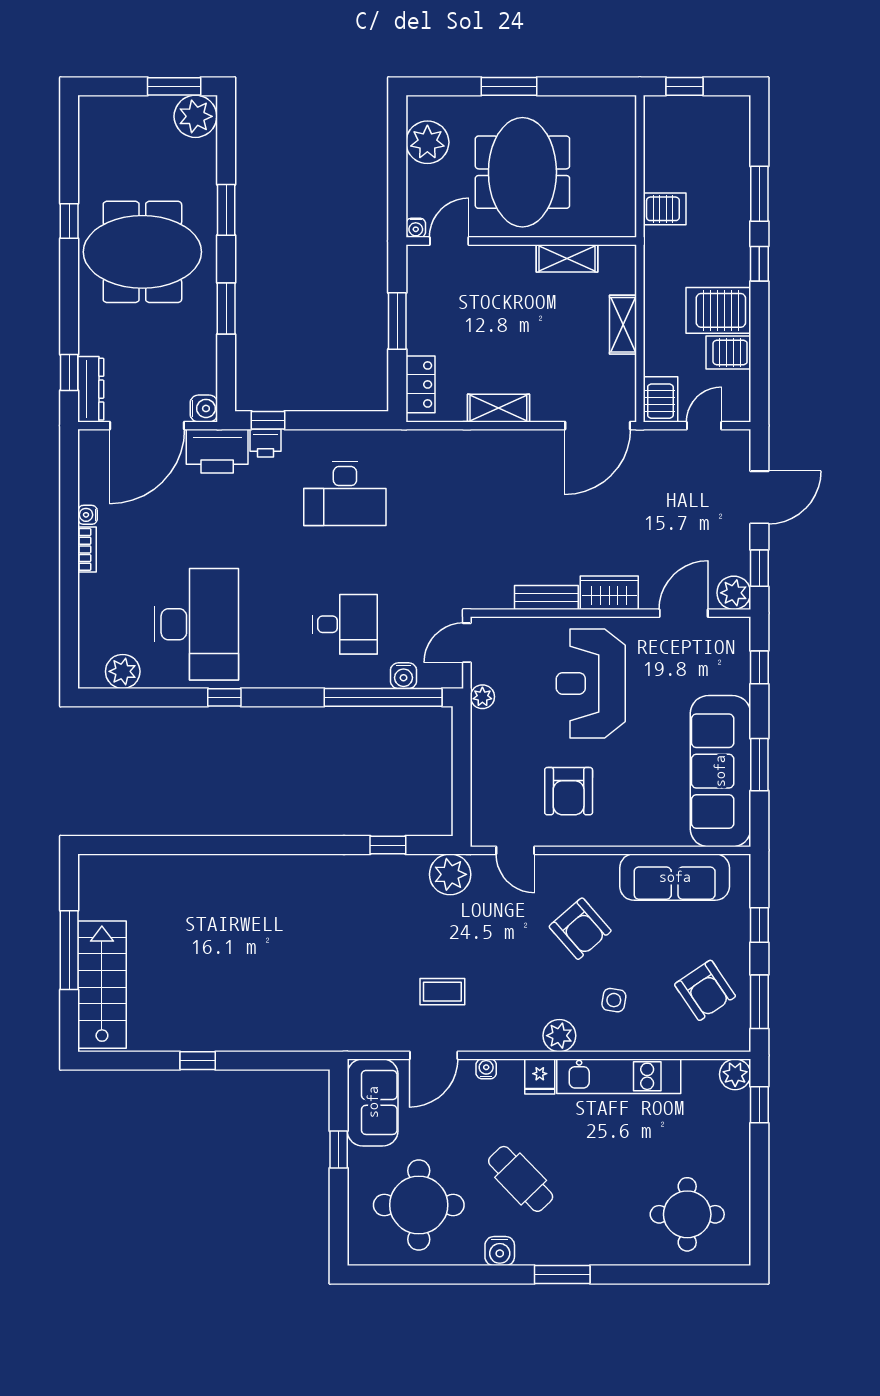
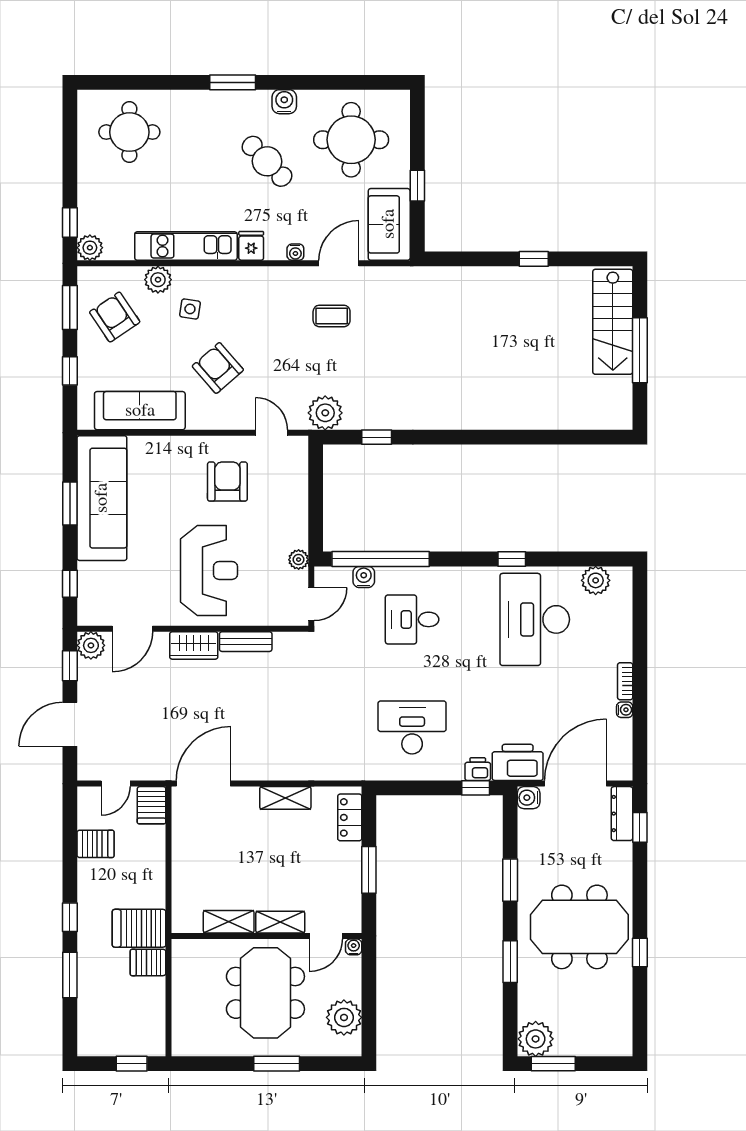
server rack: (718, 310) -> (139, 928), moved, turned 180
shelving: (623, 325) -> (280, 922), moved, turned 90
plant: (559, 1036) -> (158, 280), moved

